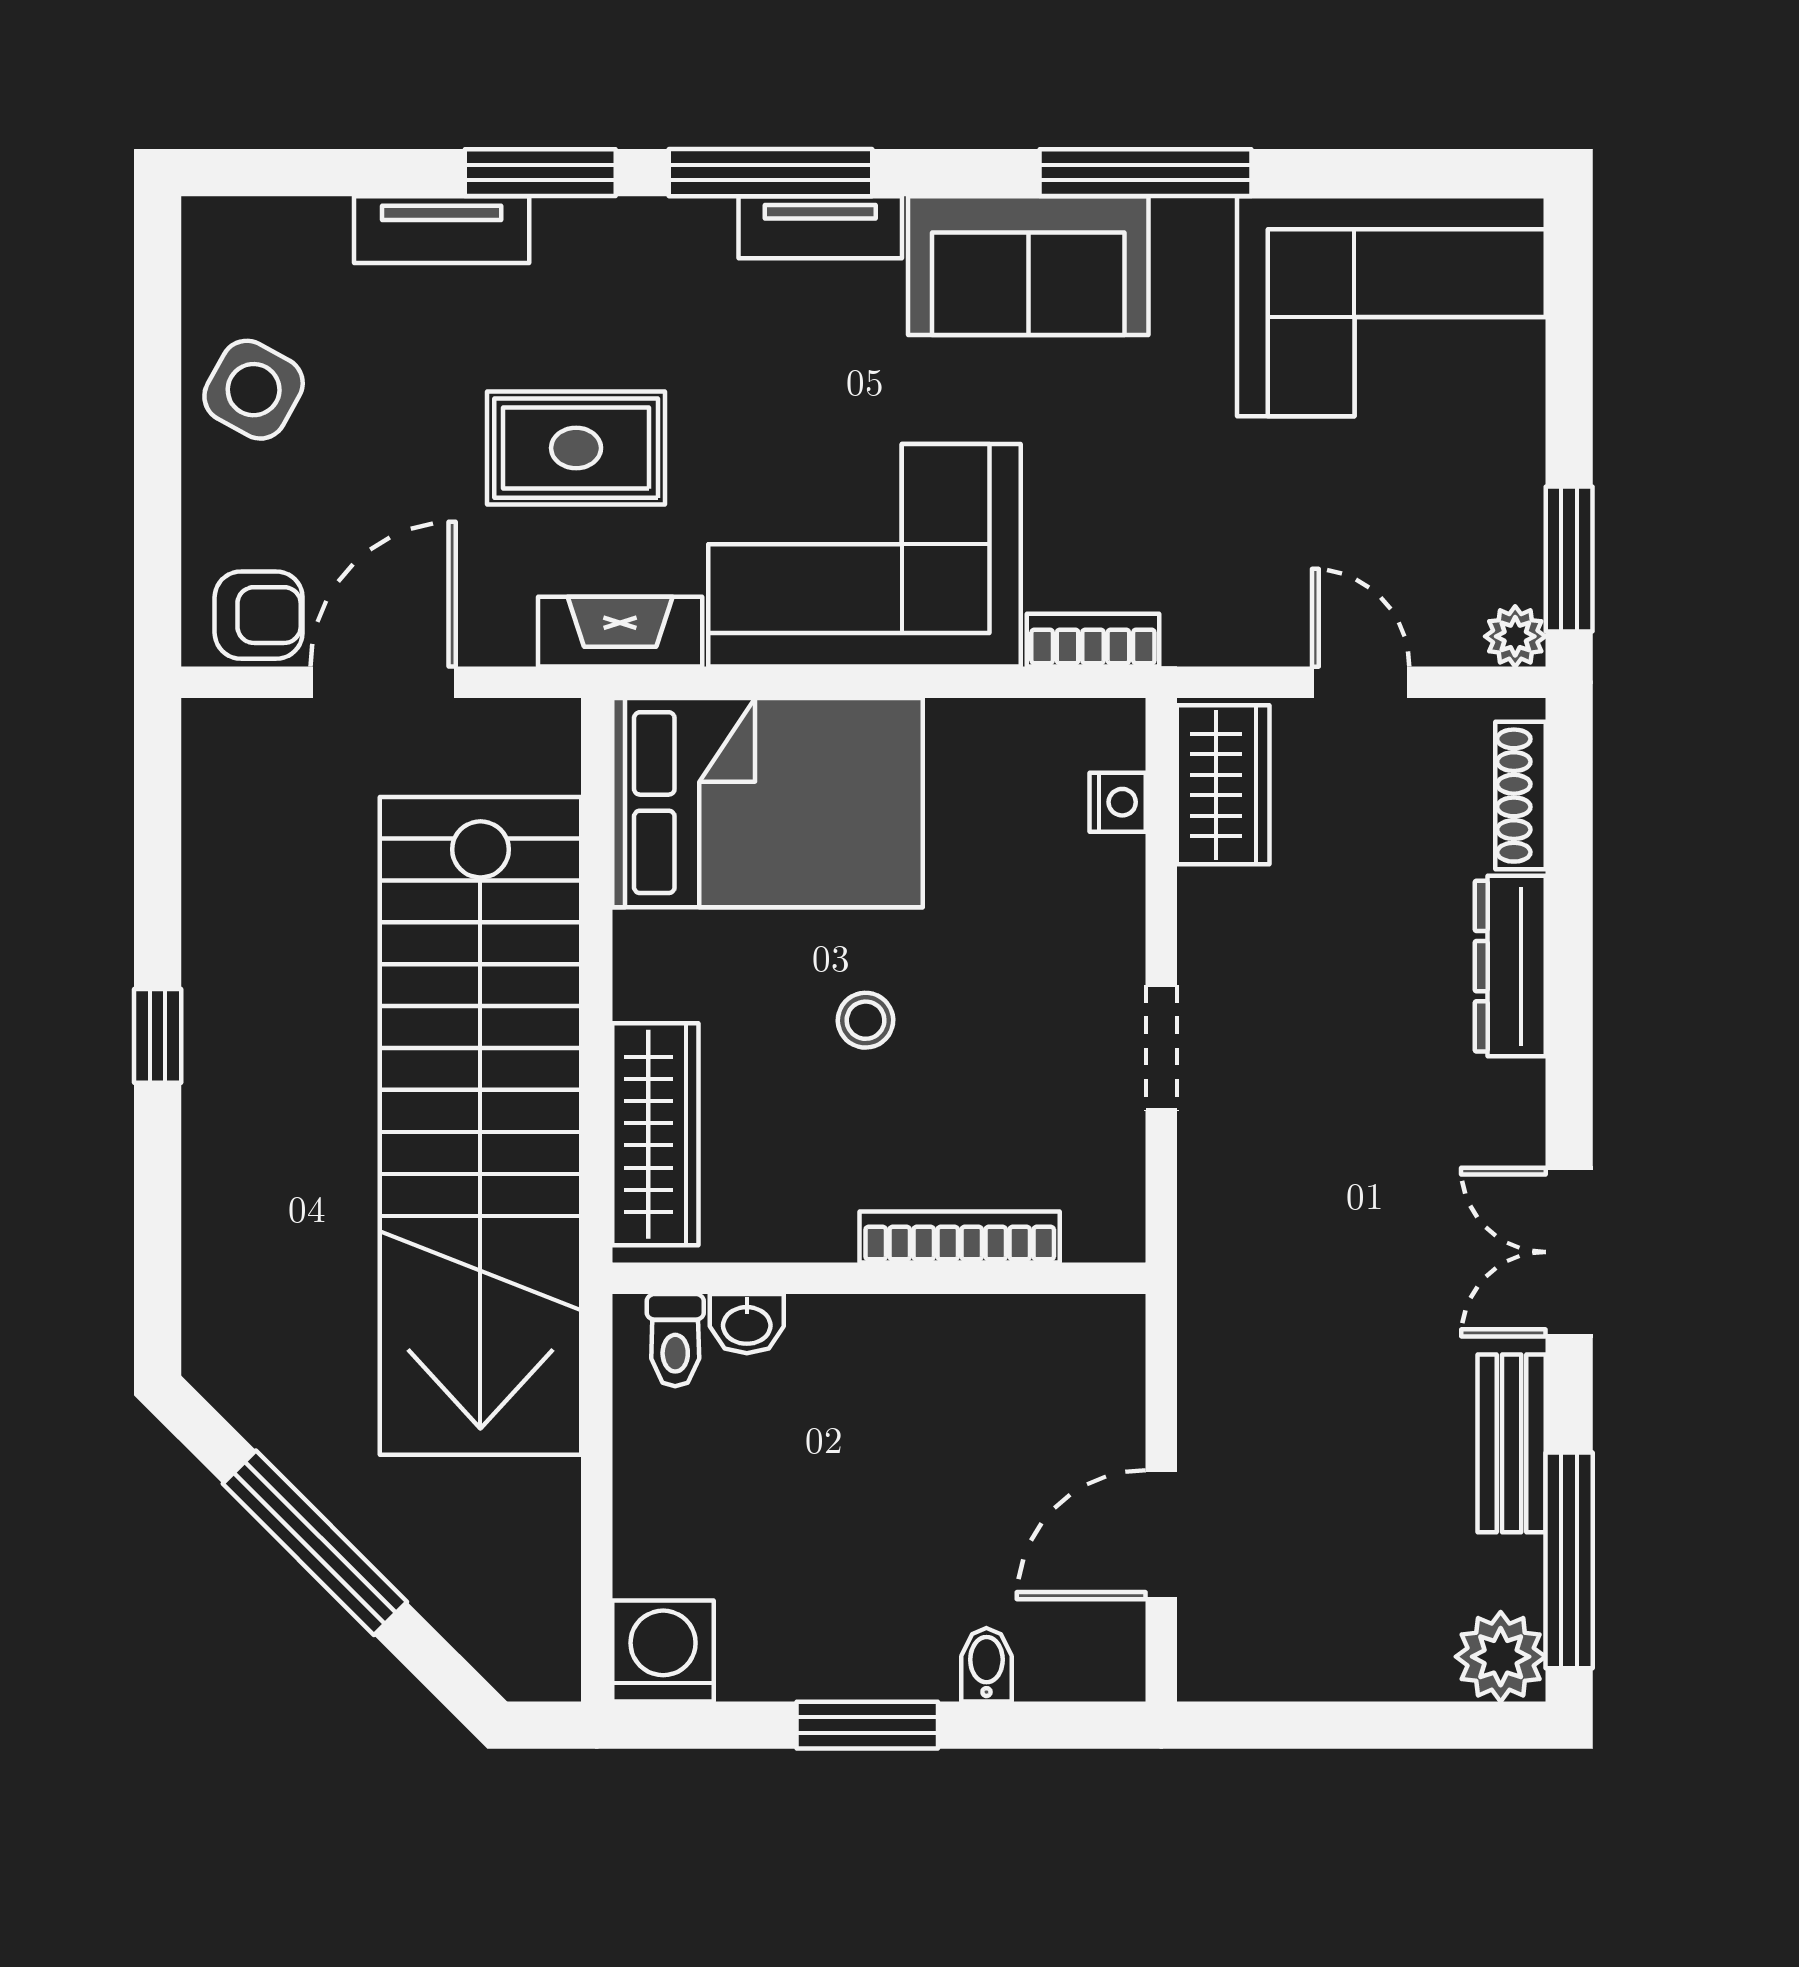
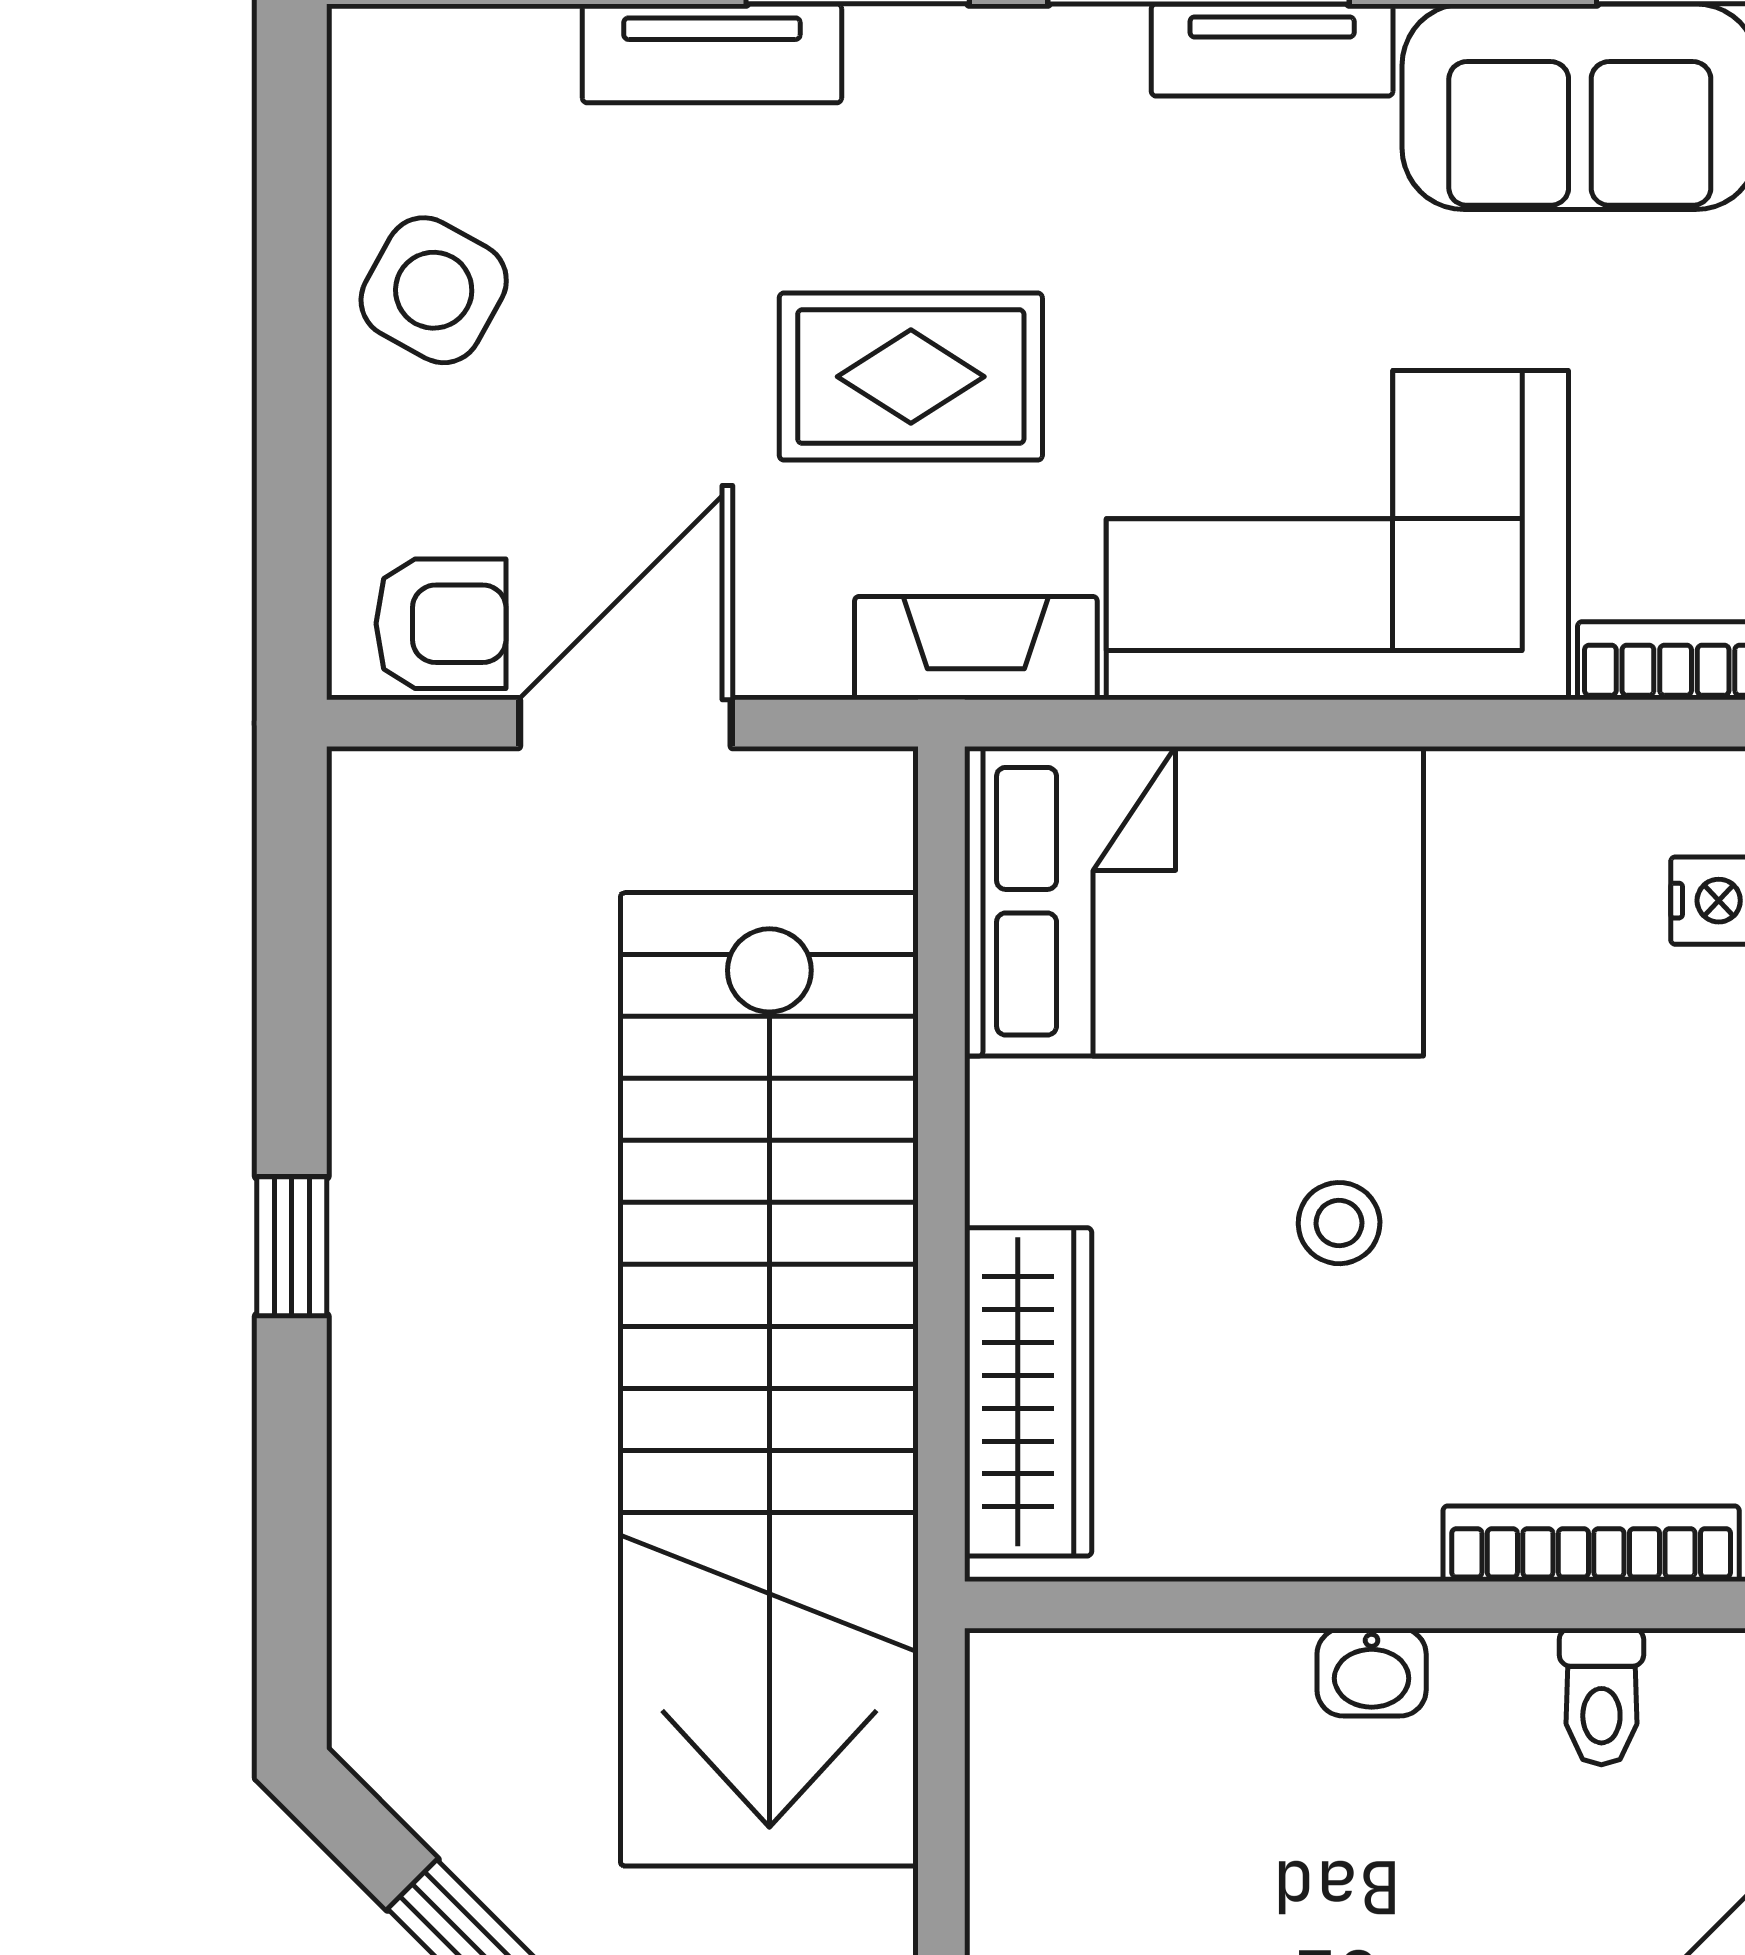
bookcase: (960, 1237) -> (1591, 1544), moved
washbasin: (747, 1324) -> (1372, 1672), moved
toilet: (675, 1340) -> (1601, 1697), moved

